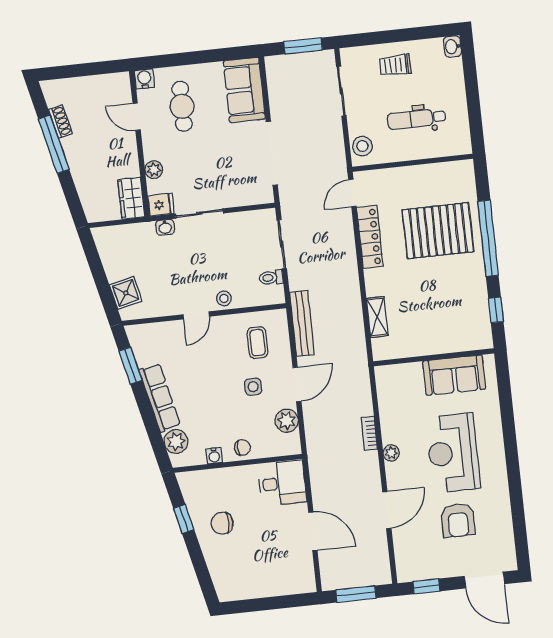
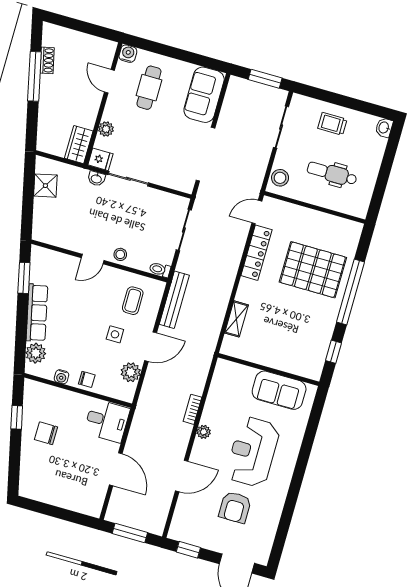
toilet: (271, 278) -> (160, 270), moved
shower: (126, 293) -> (45, 186), moved

